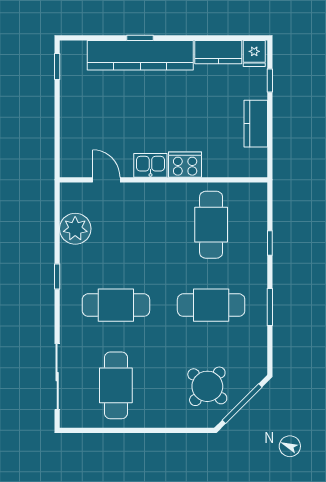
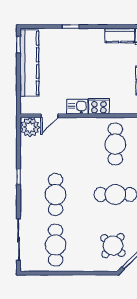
kitchen counter: (140, 55) -> (29, 63), moved, turned -90
door: (106, 180) -> (49, 116), swing flipped
plant: (75, 229) -> (30, 127), moved
cafe table: (116, 305) -> (56, 194), turned 90

